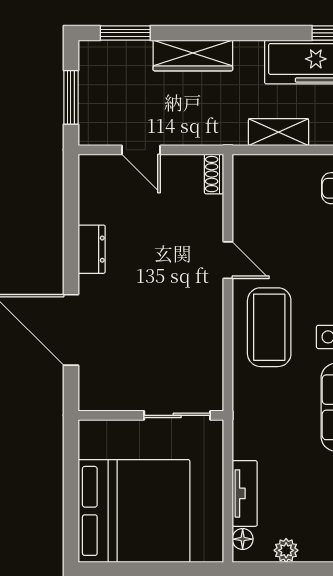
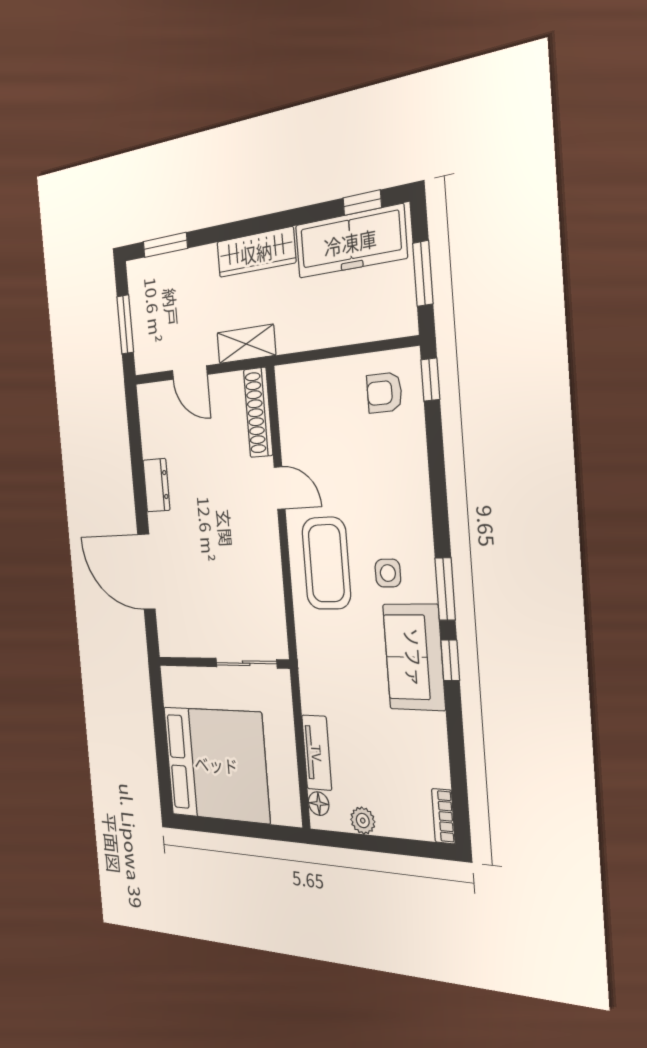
wardrobe: (193, 55) -> (256, 252), moved
shelving: (279, 132) -> (246, 344), moved
shoe rack: (214, 174) -> (258, 412), width x1.94, depth x1.24

